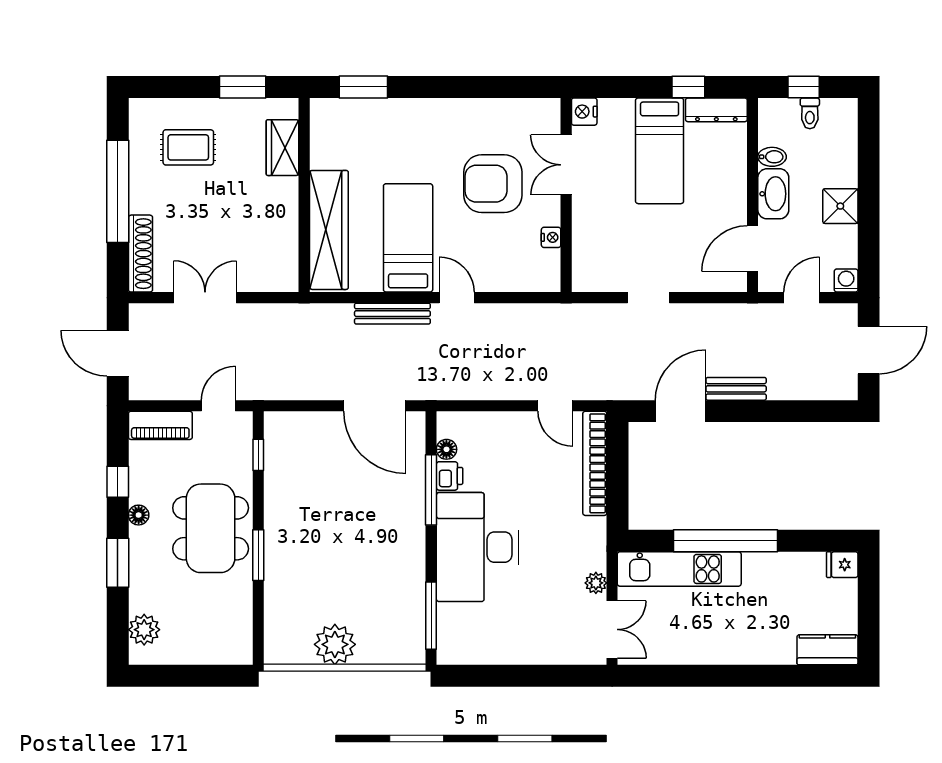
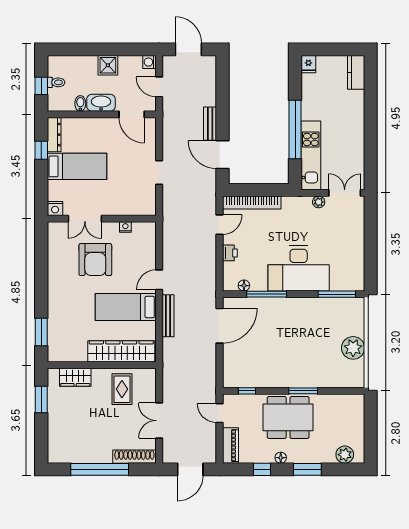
rug: (188, 147) -> (122, 389), moved
printer: (450, 476) -> (230, 253), moved, turned 90

